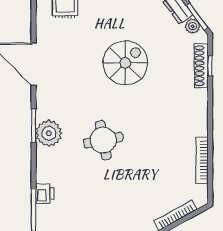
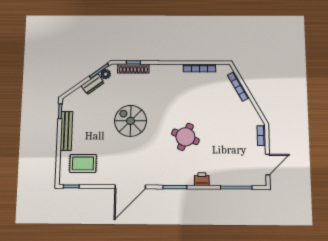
plant: (49, 133) -> (180, 176), removed
round table: (103, 140) -> (185, 137), turned 33
printer: (45, 194) -> (202, 179), moved

